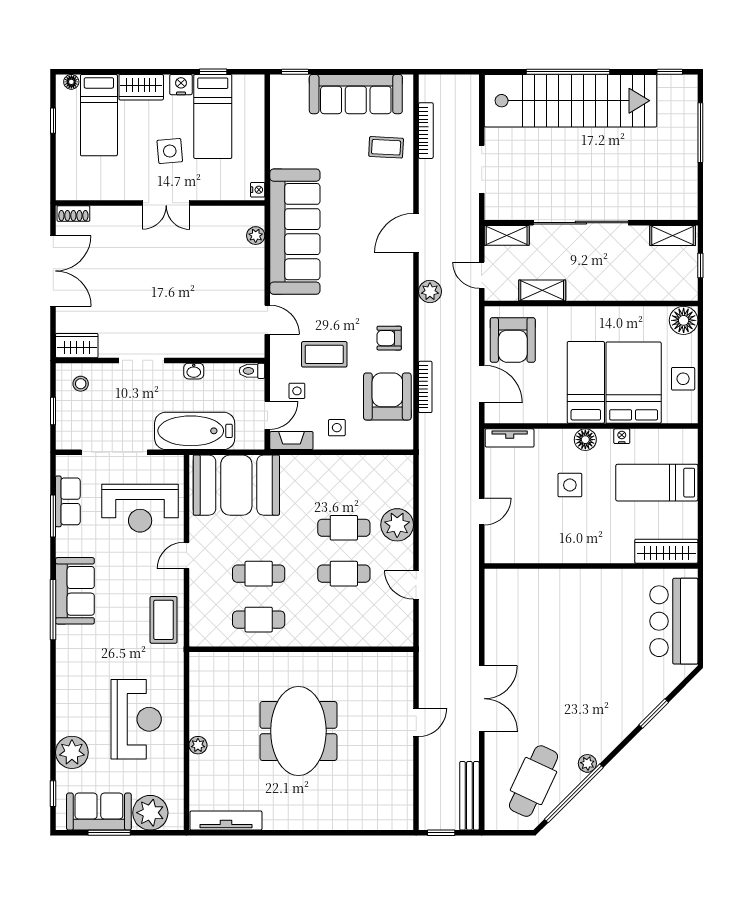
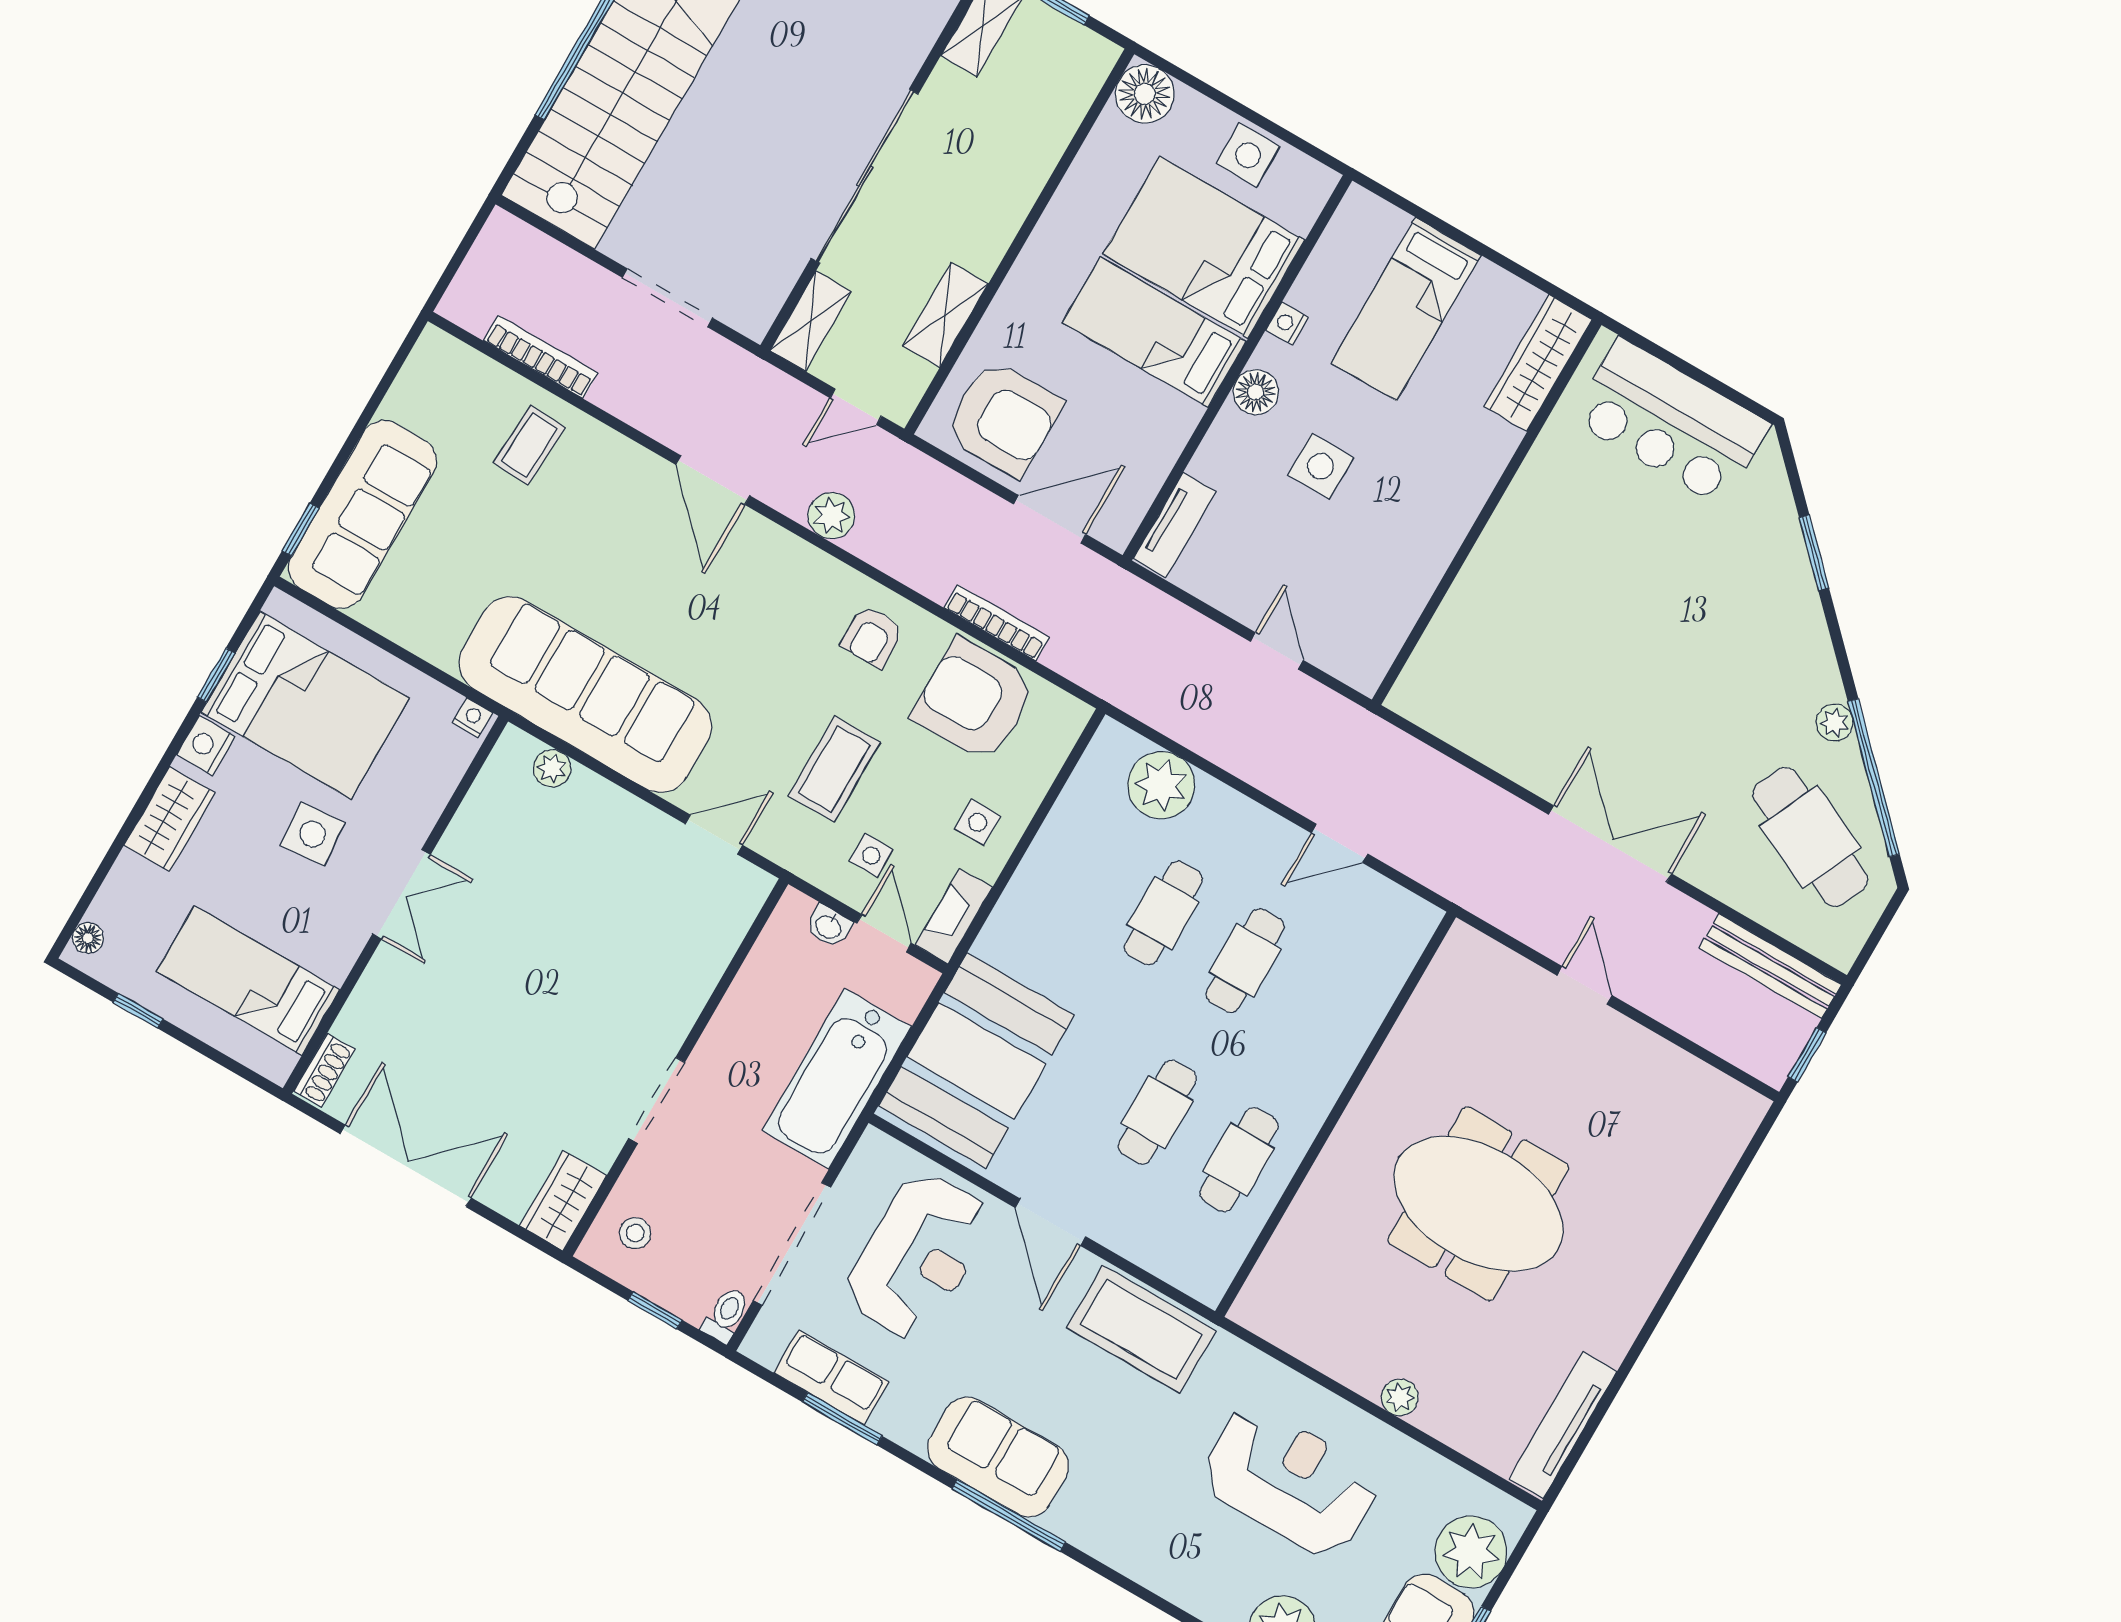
sofa: (356, 94) -> (363, 514), moved
bed: (99, 115) -> (248, 980), moved, turned 180
bed: (213, 116) -> (305, 705), width x1.50
washbasin: (194, 371) -> (829, 926), moved, turned 90
toilet: (252, 371) -> (726, 1315), moved, turned 180
plant: (397, 525) -> (1161, 785), moved
door: (186, 556) -> (1050, 1222), width x1.38
coffee table: (164, 620) -> (1141, 1329), width x1.36, depth x1.32

